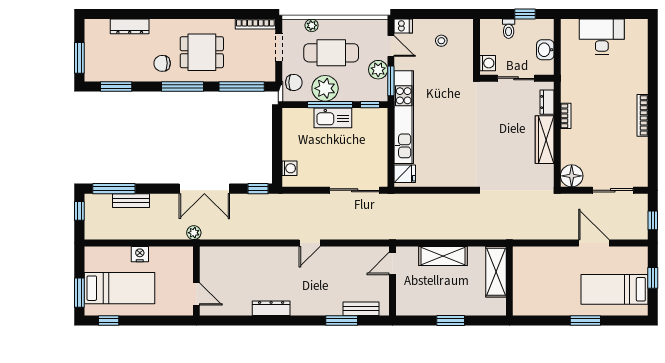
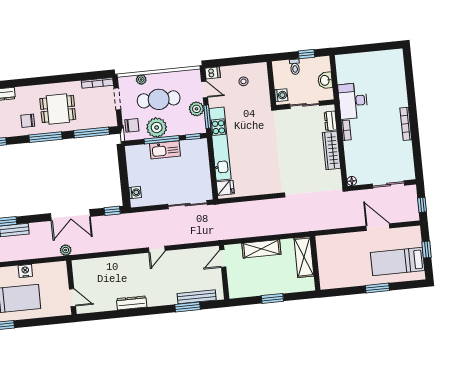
desk: (602, 37) -> (353, 101), moved, turned -90
floor lamp: (572, 176) -> (352, 181), width x0.53, depth x0.53
bench: (361, 309) -> (197, 297), width x1.36

